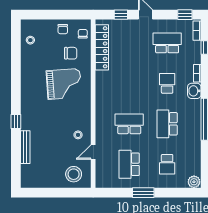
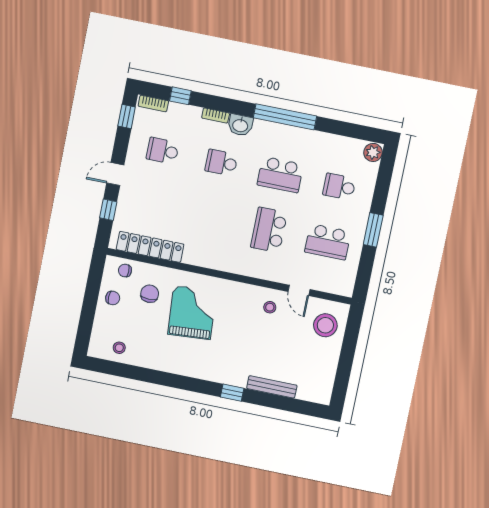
school desk: (167, 43) -> (163, 151), width x0.54
school desk: (167, 164) -> (339, 187), turned 180

